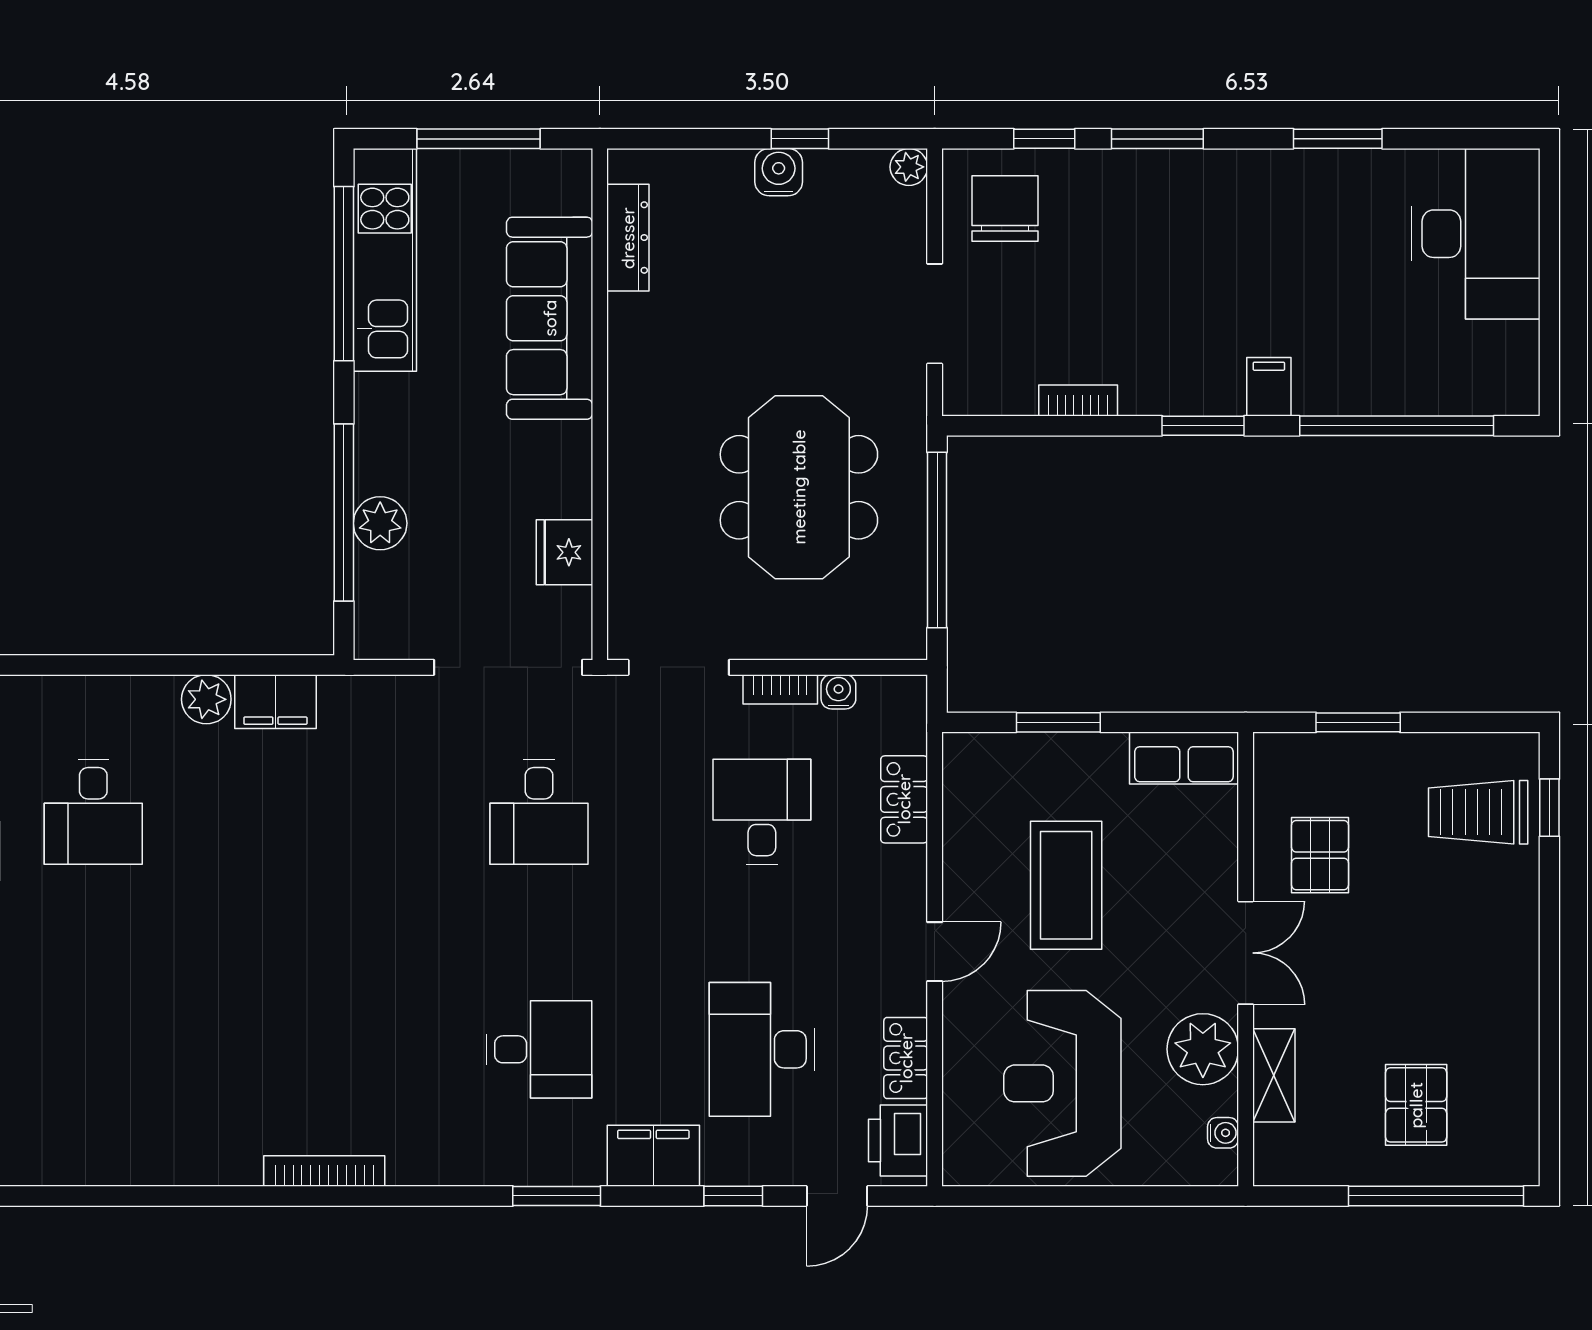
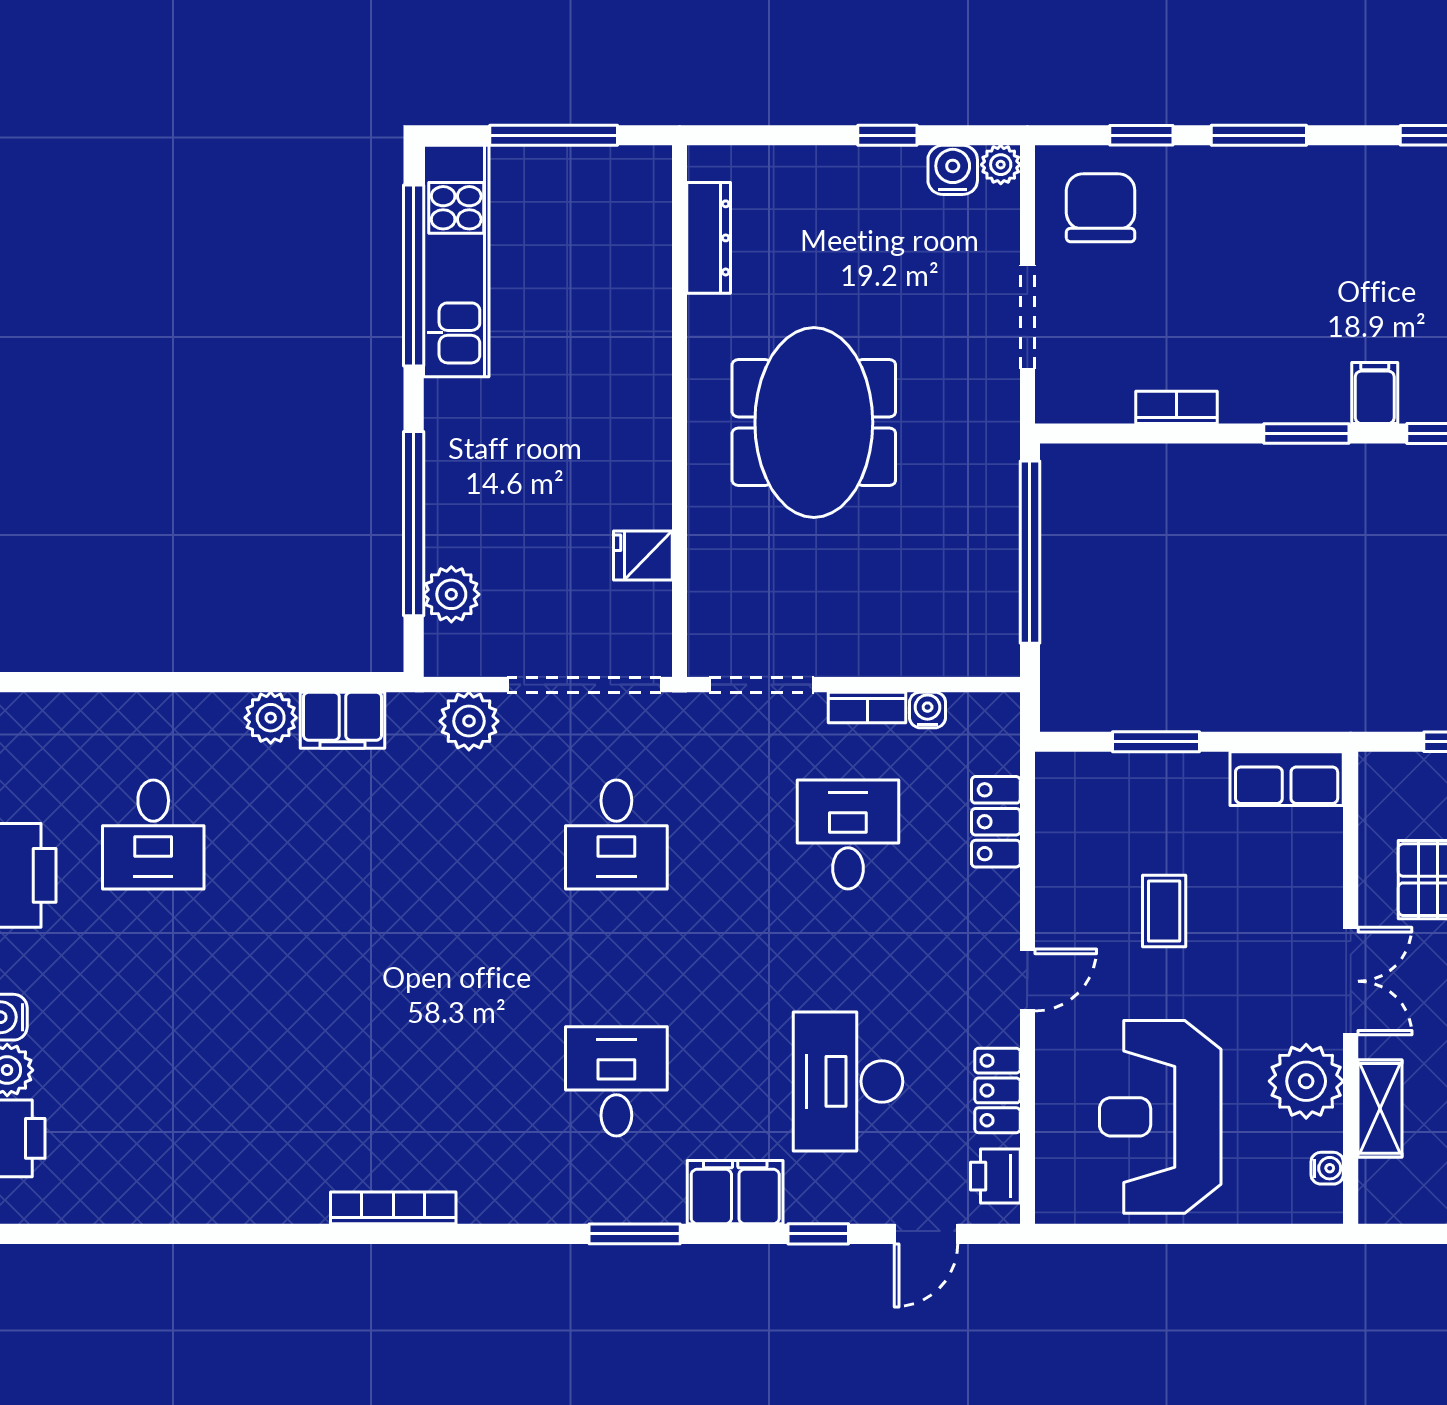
water cooler: (779, 172) -> (953, 170), moved
sofa: (550, 318) -> (627, 322), removed
meeting table: (799, 487) -> (814, 423), moved
plant: (380, 523) -> (451, 594), moved
fridge: (564, 552) -> (643, 555), width x0.72
plant: (397, 702) -> (469, 721), added
coffee table: (1066, 885) -> (1164, 911), width x0.54, depth x0.58
desk: (539, 1049) -> (616, 1081), turned -90
printer: (898, 1140) -> (995, 1176), width x0.73, depth x0.81

